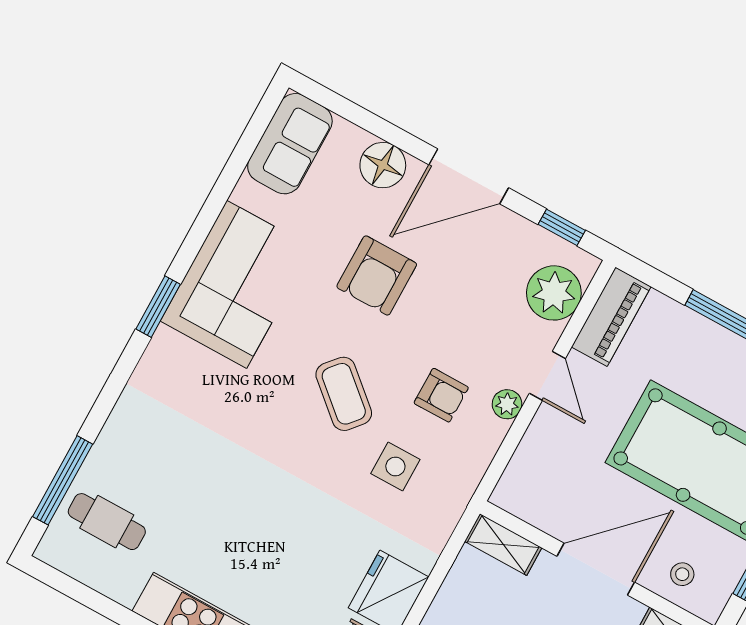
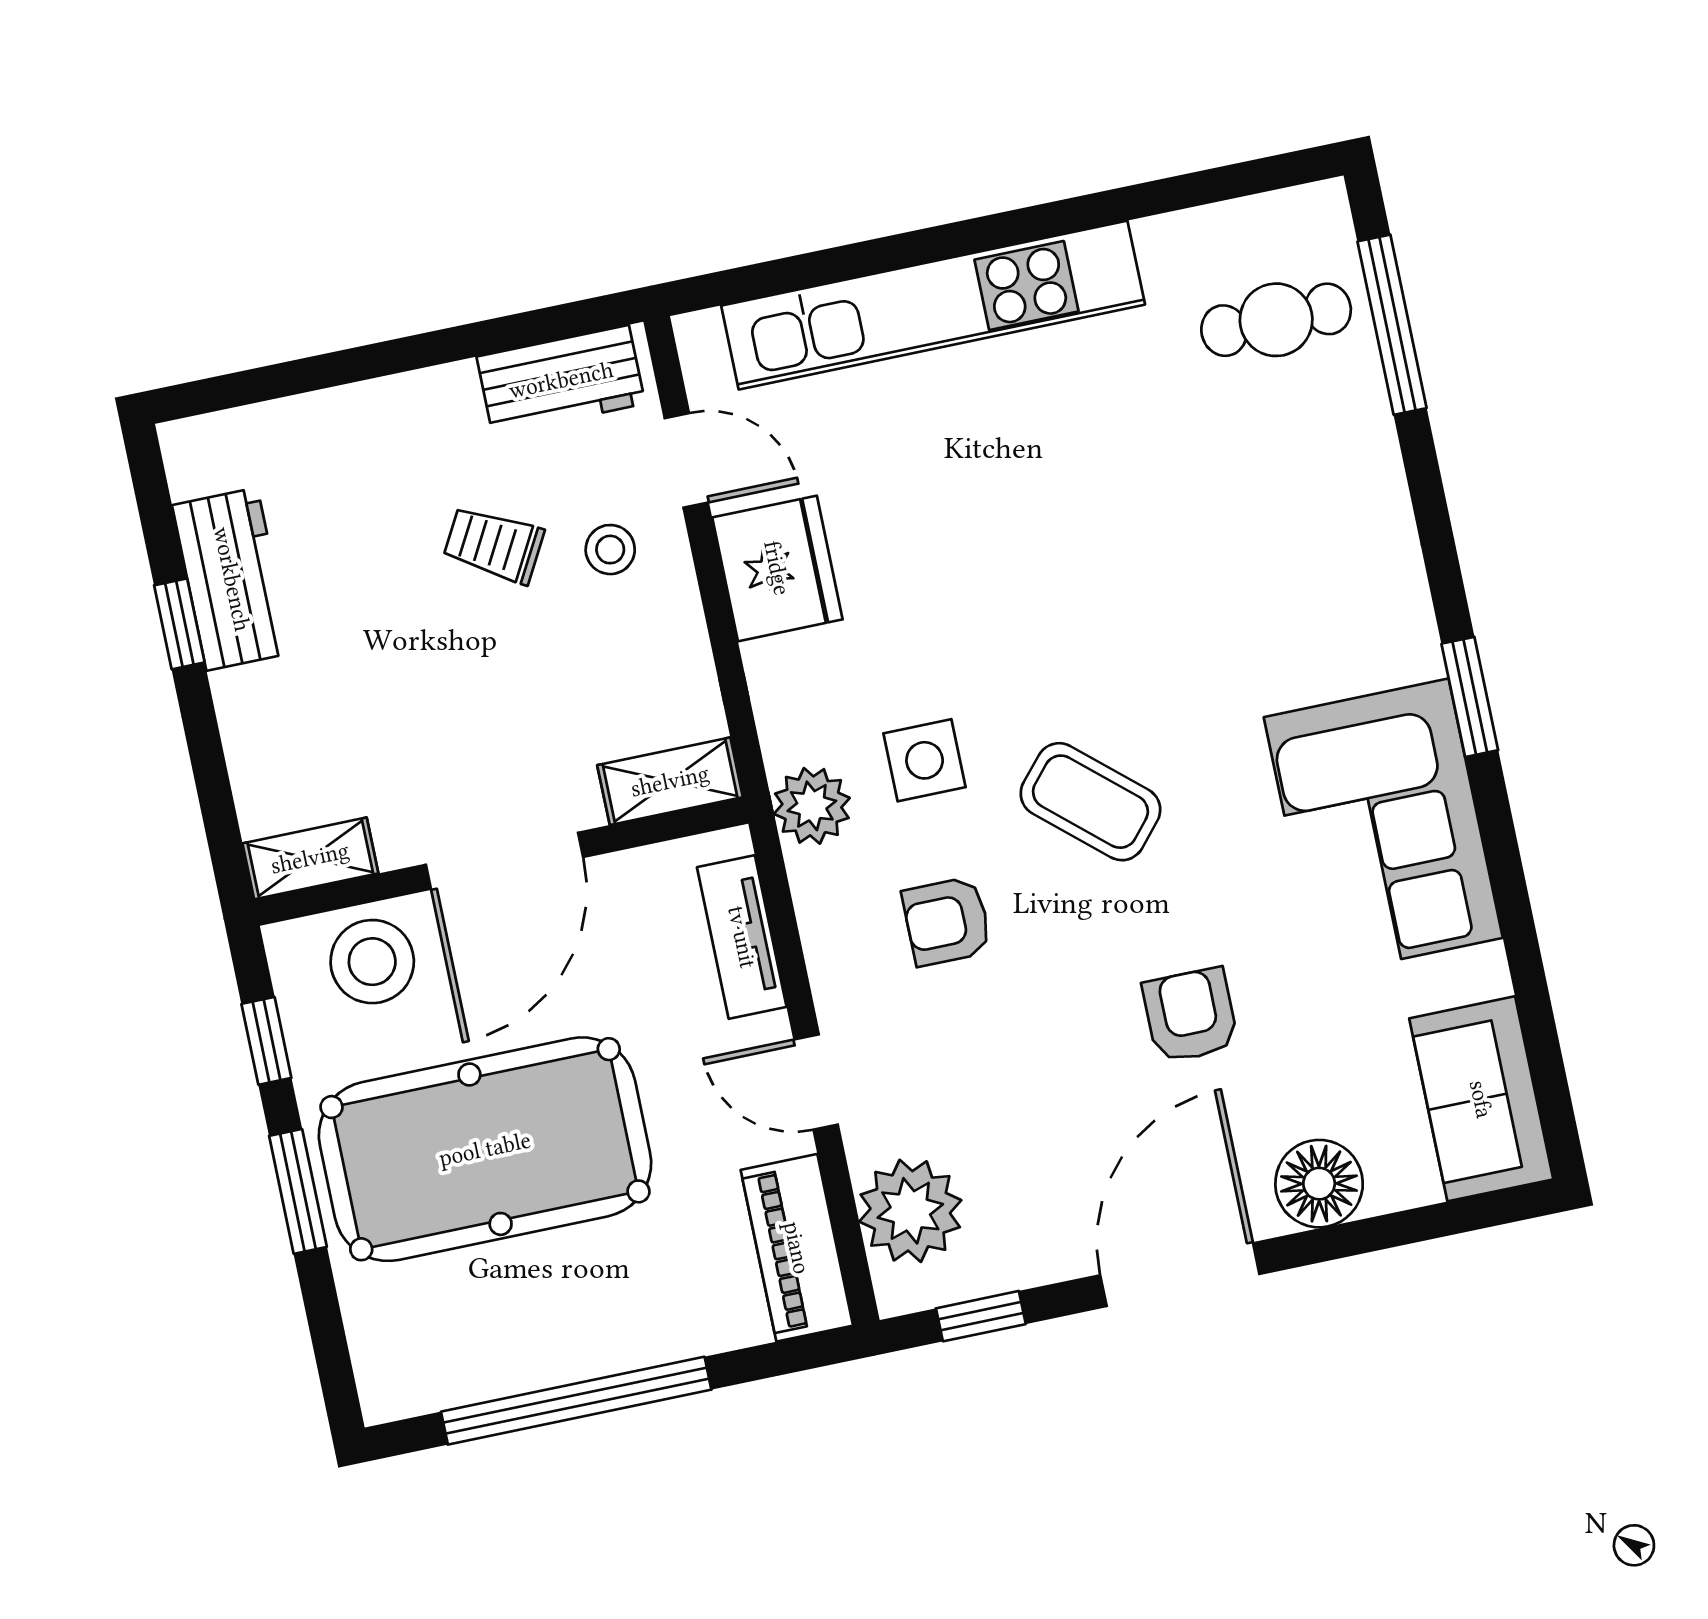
armchair: (377, 275) -> (1190, 1015), width x0.72, depth x0.72
plant: (507, 404) -> (812, 806), moved, width x1.38, depth x1.38
tv unit: (528, 459) -> (742, 937), added
stool: (682, 574) -> (372, 962), width x1.89, depth x1.89

